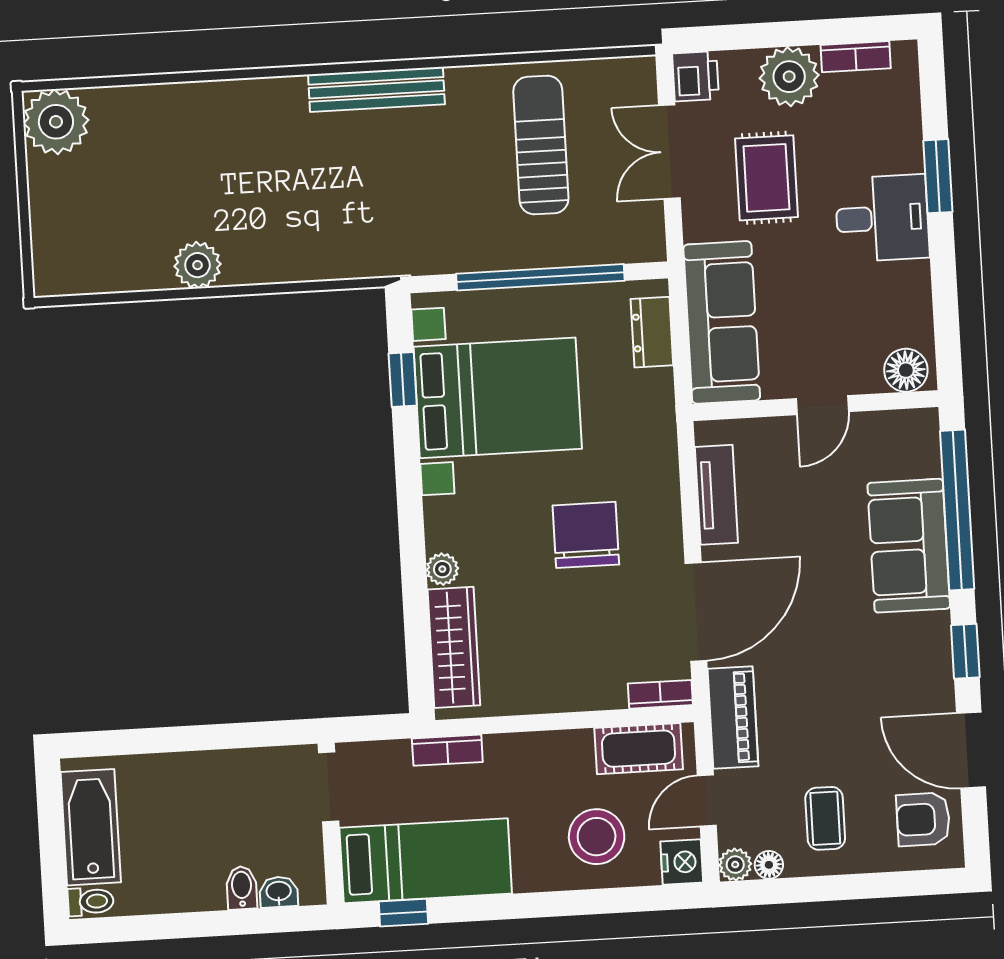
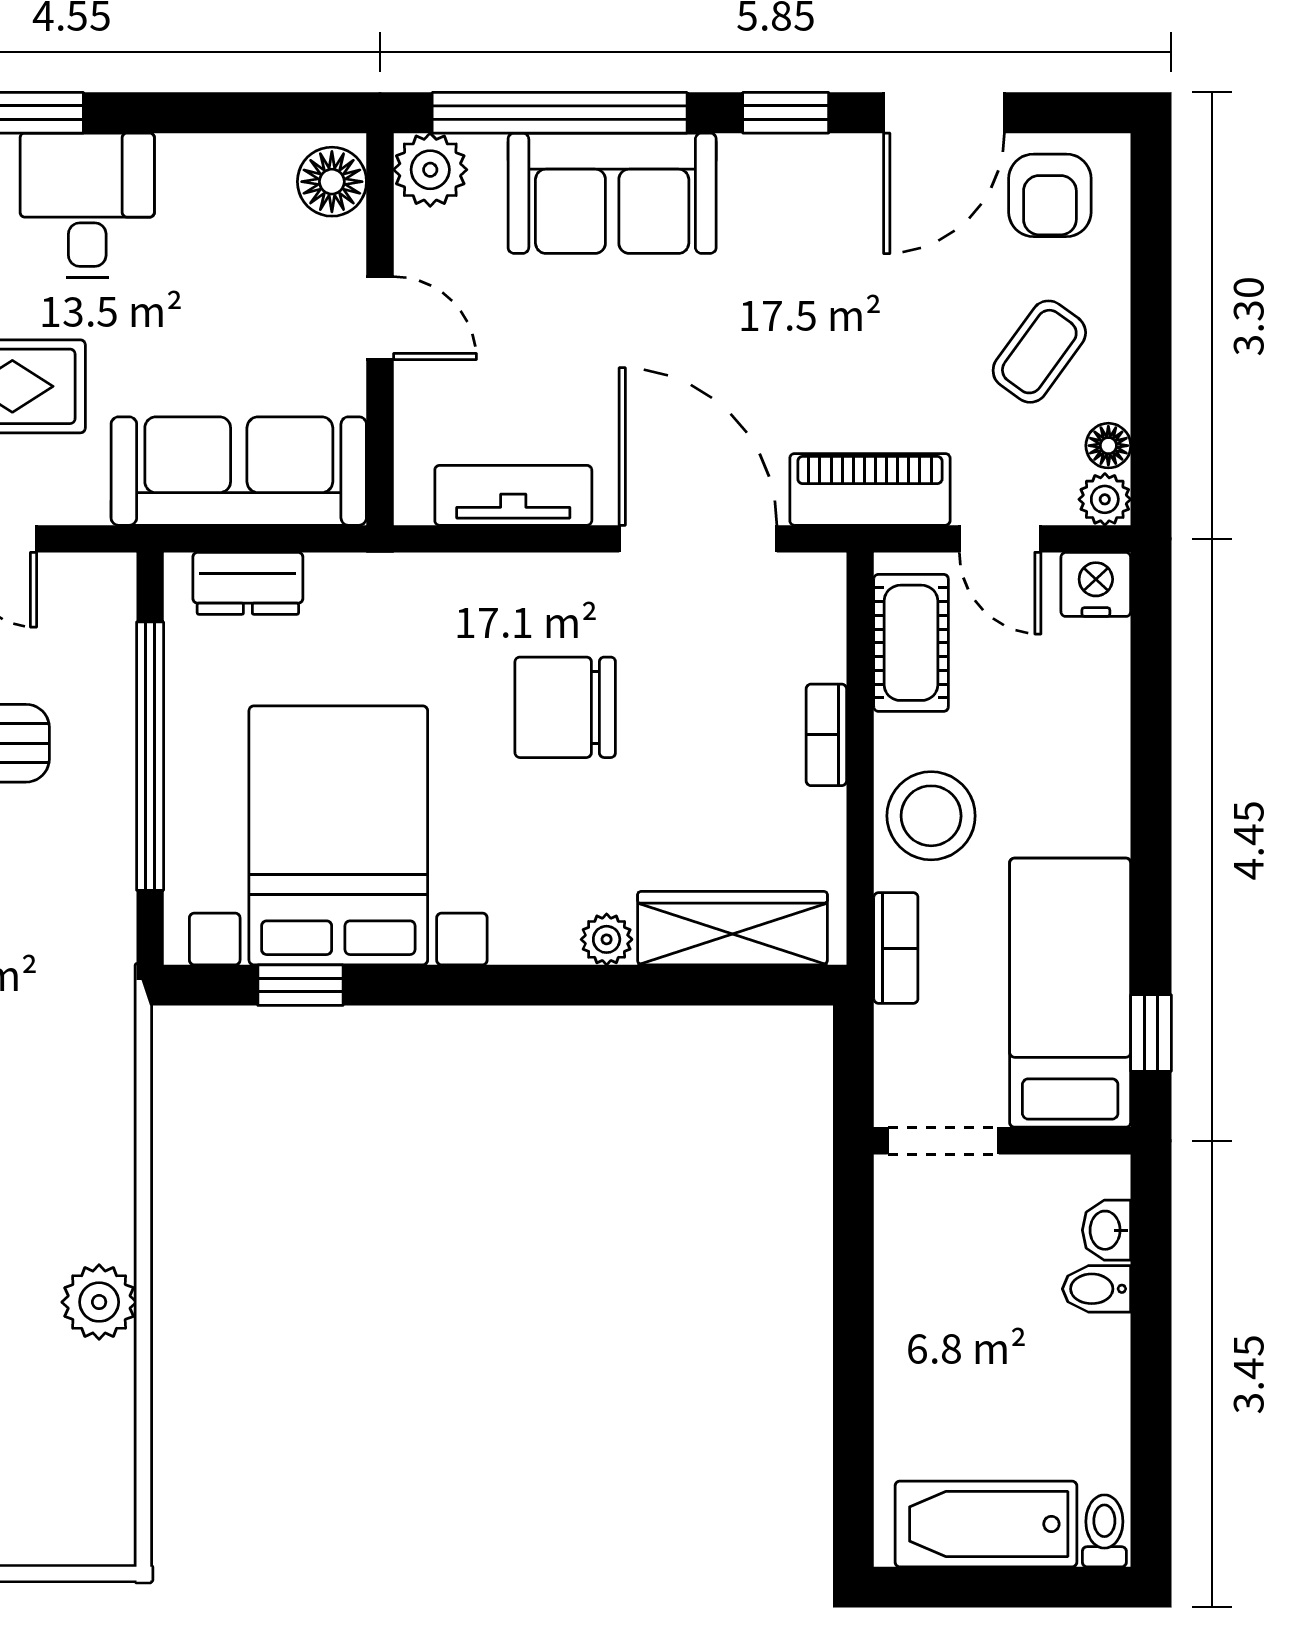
plant: (917, 431) -> (430, 170), added
bookcase: (660, 694) -> (826, 735), moved
coffee table: (825, 818) -> (1039, 352), turned -54
stool: (597, 837) -> (931, 816), moved

